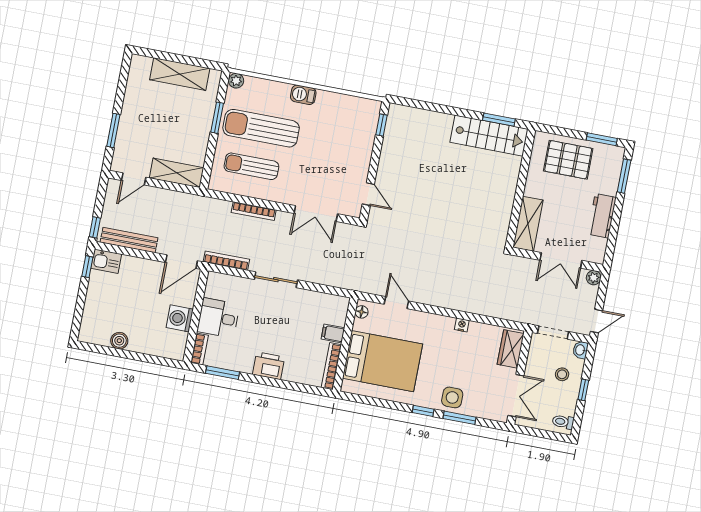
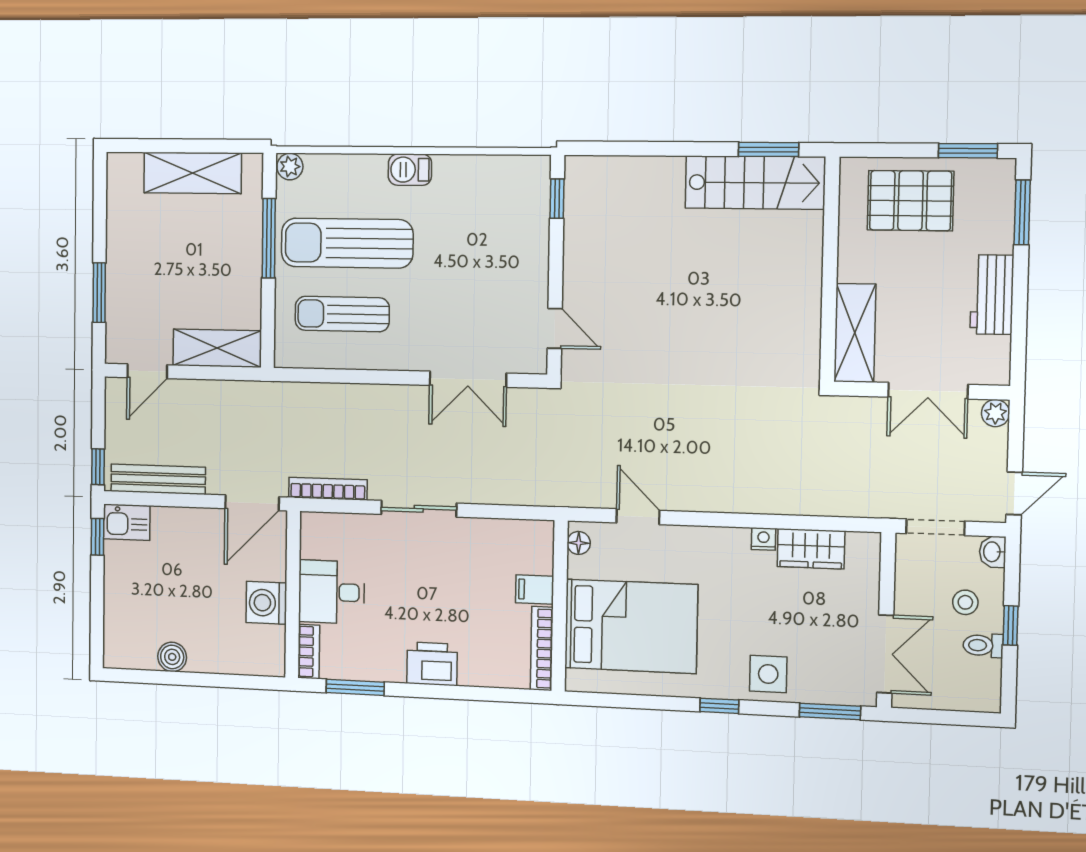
window: (217, 118) -> (269, 238), width x1.44
bookcase: (254, 211) -> (360, 393), removed
wardrobe: (511, 349) -> (811, 549), moved, turned -90
window: (459, 418) -> (830, 711), moved
toilet: (563, 422) -> (983, 645), moved

